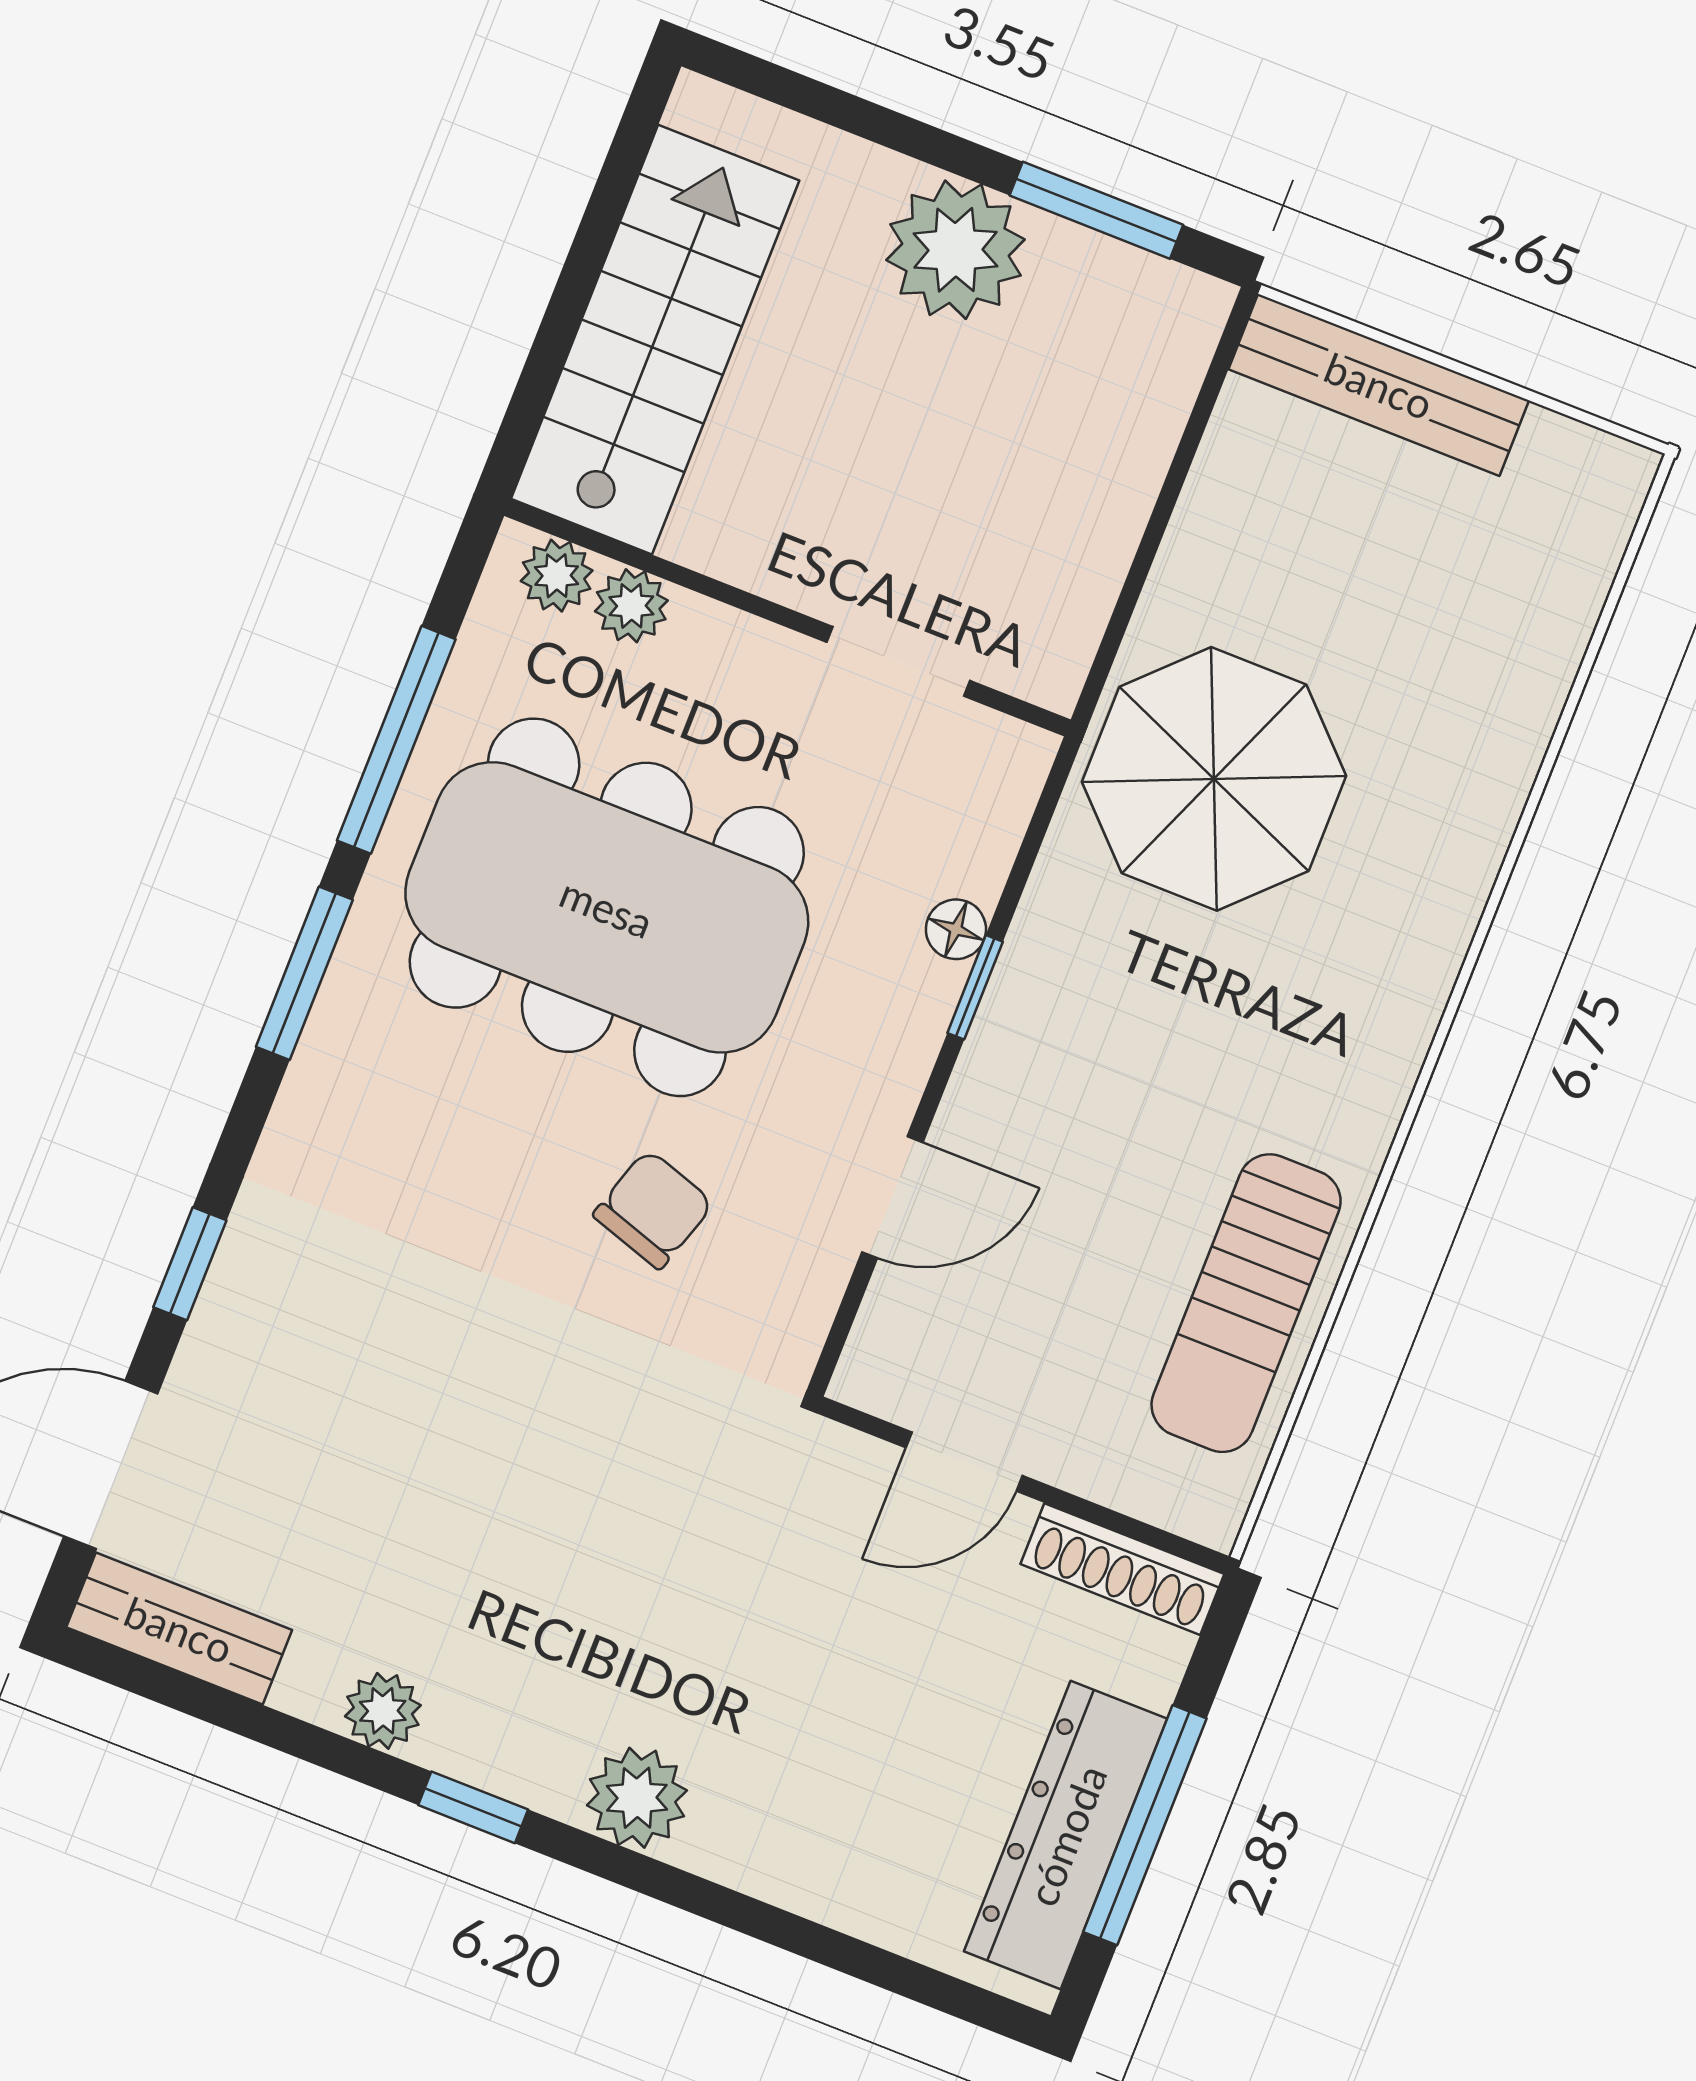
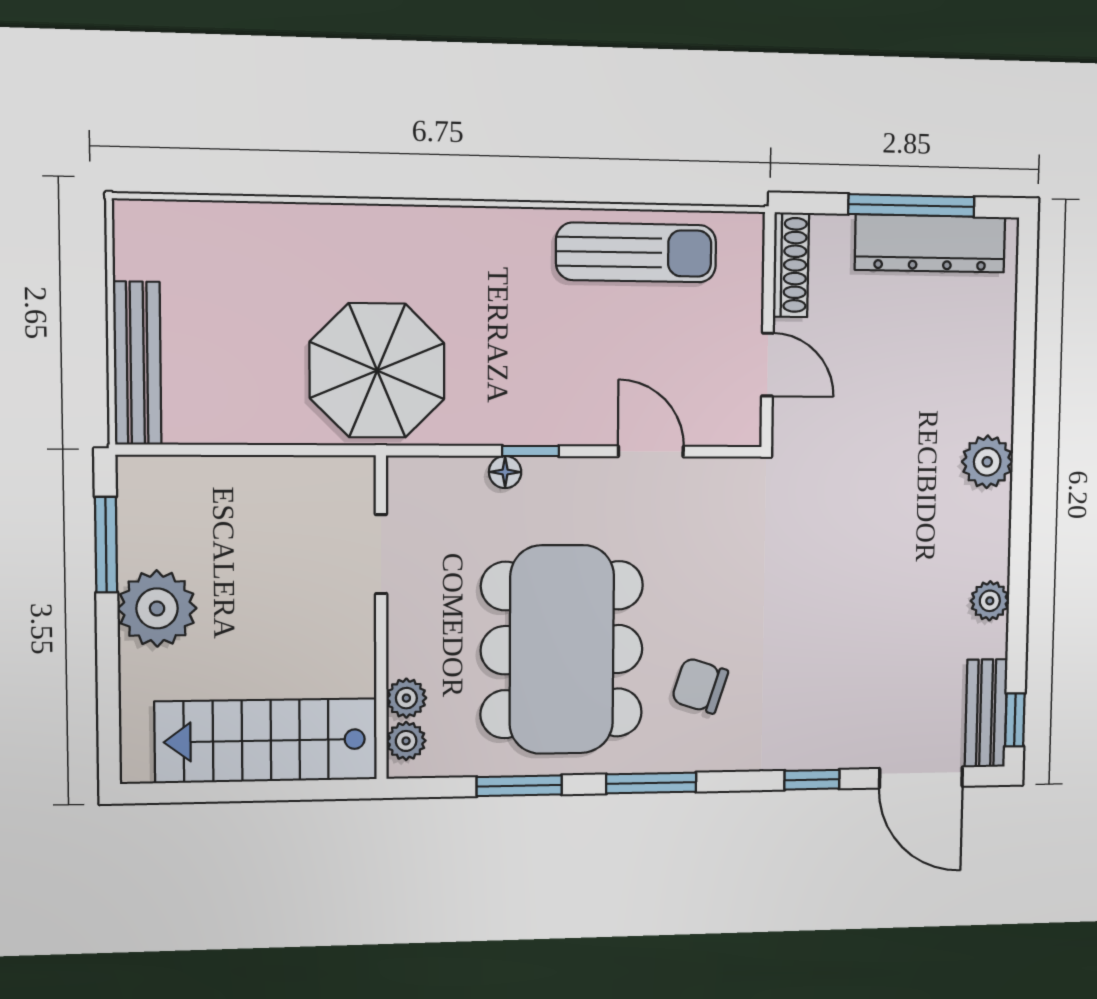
window: (396, 740) -> (519, 786), width x0.69
chair: (653, 1209) -> (700, 686), moved
window: (473, 1807) -> (1015, 720), moved

